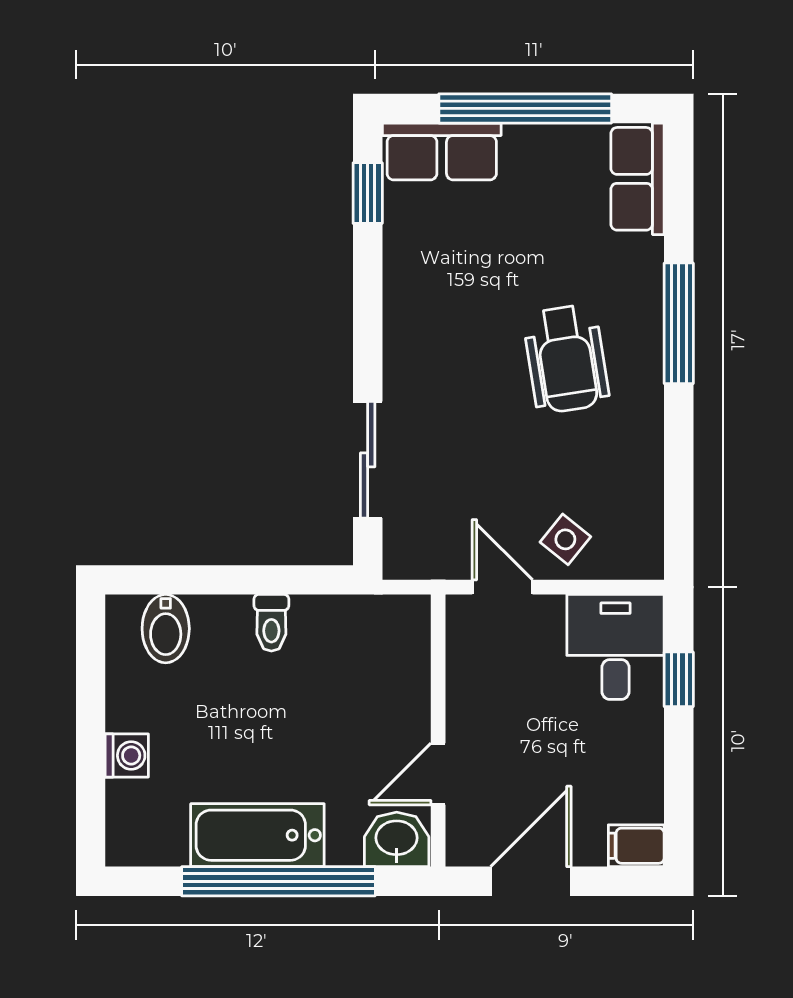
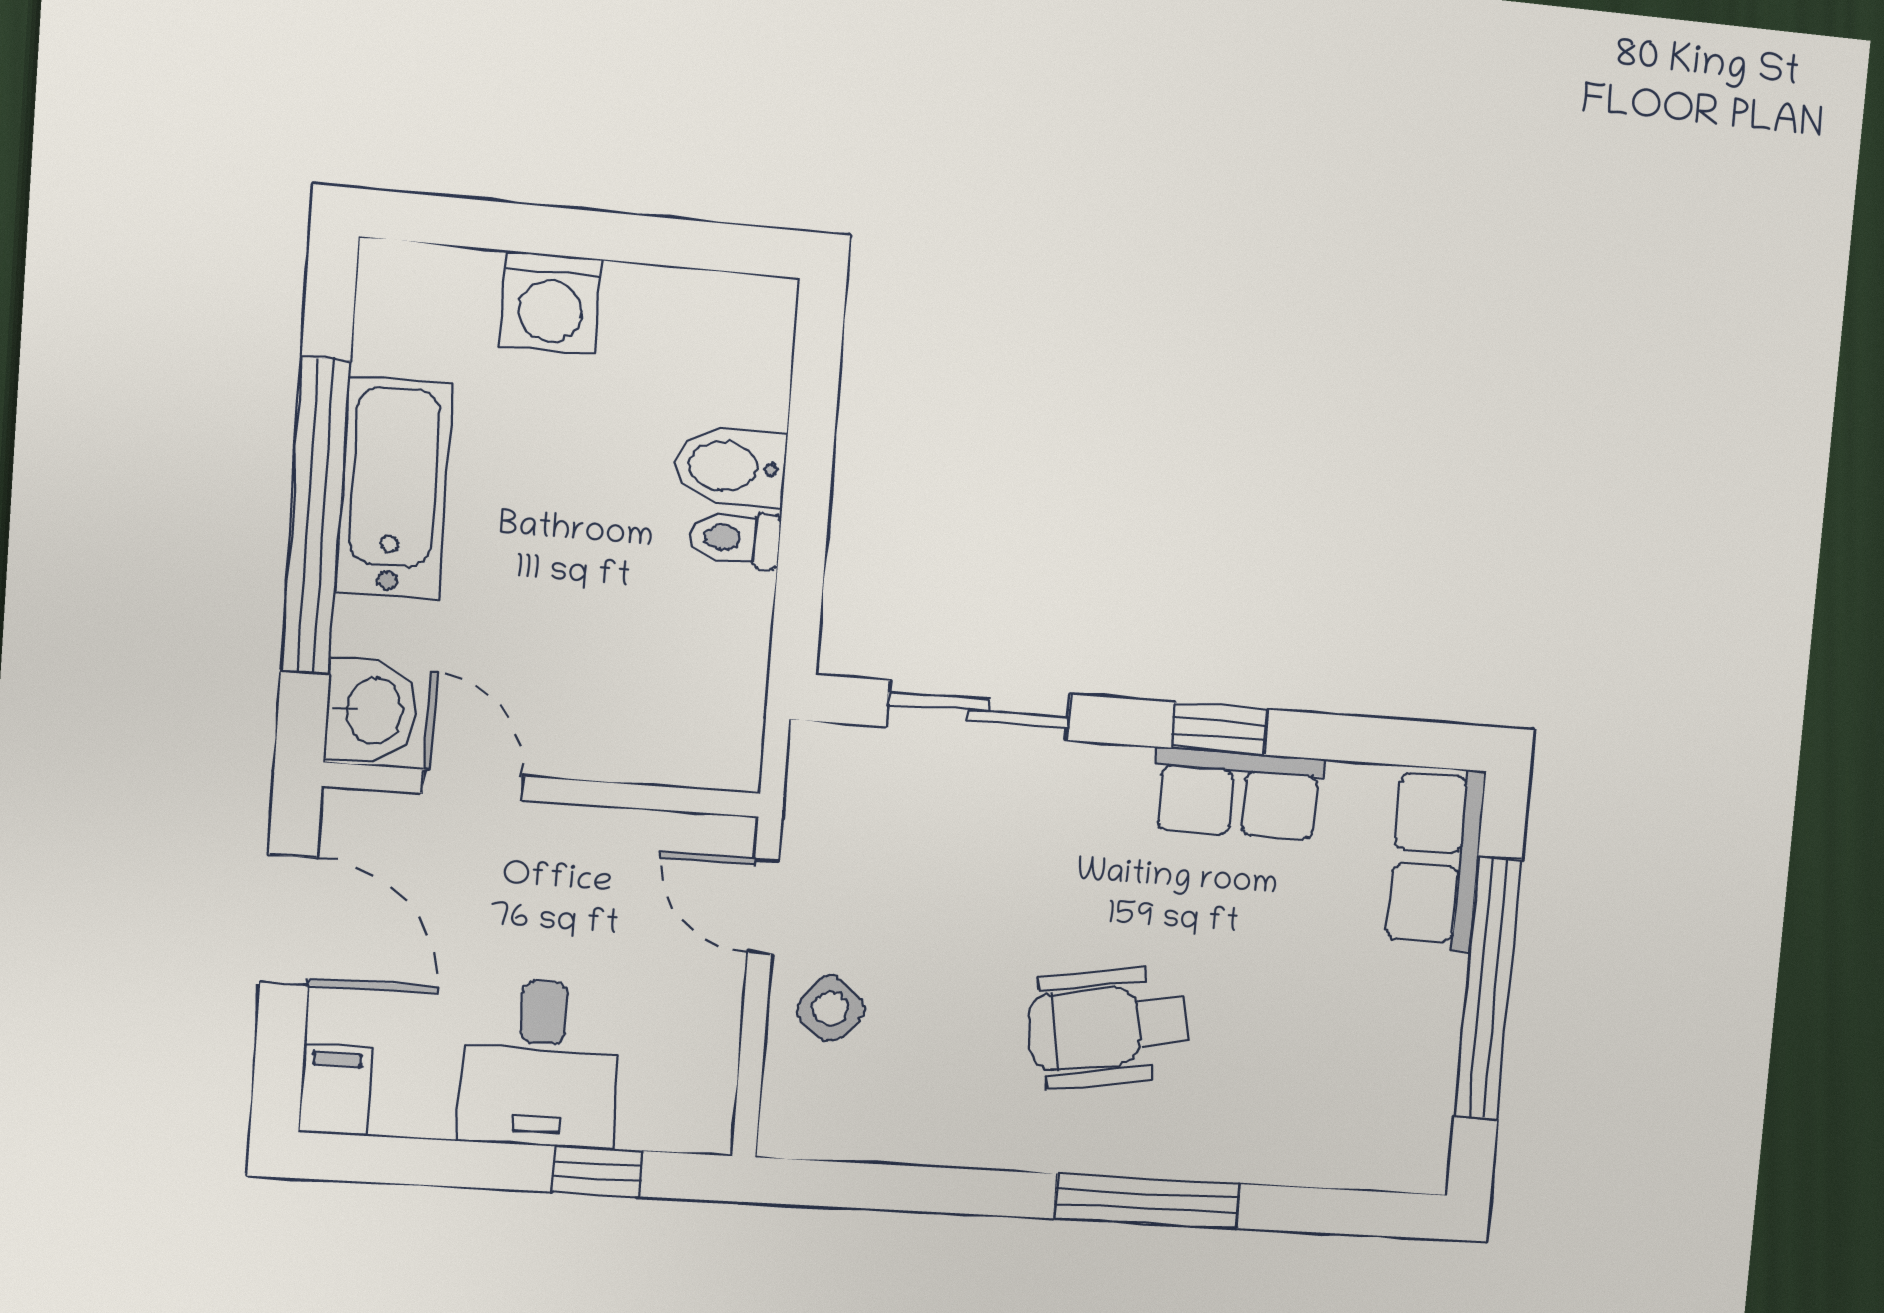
row of seats: (638, 179) -> (1238, 794), moved, turned 180
window: (368, 193) -> (1220, 729), moved
door: (502, 587) -> (763, 906), swing flipped
bidet: (166, 629) -> (731, 467), moved
desk: (615, 647) -> (540, 1063), moved, turned 90
washing machine: (127, 755) -> (551, 303), width x1.38, depth x1.38

